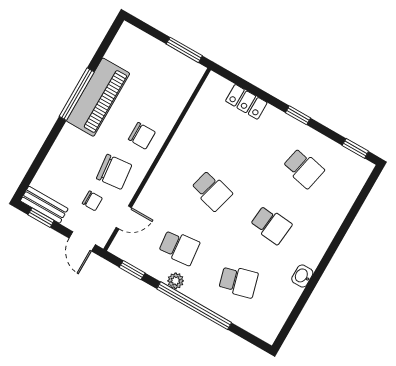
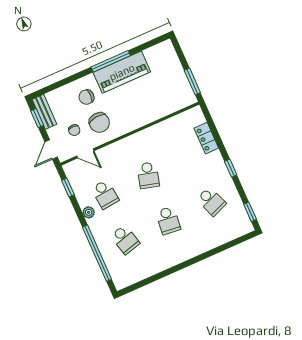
chair: (142, 136) -> (86, 97), moved, turned 90
school desk: (303, 168) -> (211, 201), turned -33
washbasin: (302, 276) -> (165, 264), removed
window: (194, 306) -> (97, 253), moved

